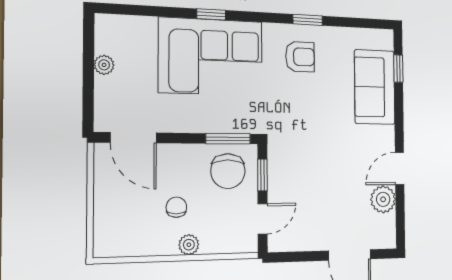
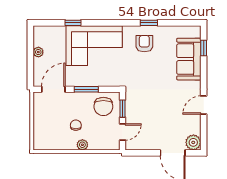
window: (211, 14) -> (73, 23), moved
armchair: (300, 57) -> (144, 44), turned -90
door: (133, 138) -> (53, 89), swing flipped
window: (228, 139) -> (86, 89), moved
plant: (383, 199) -> (193, 142), moved

